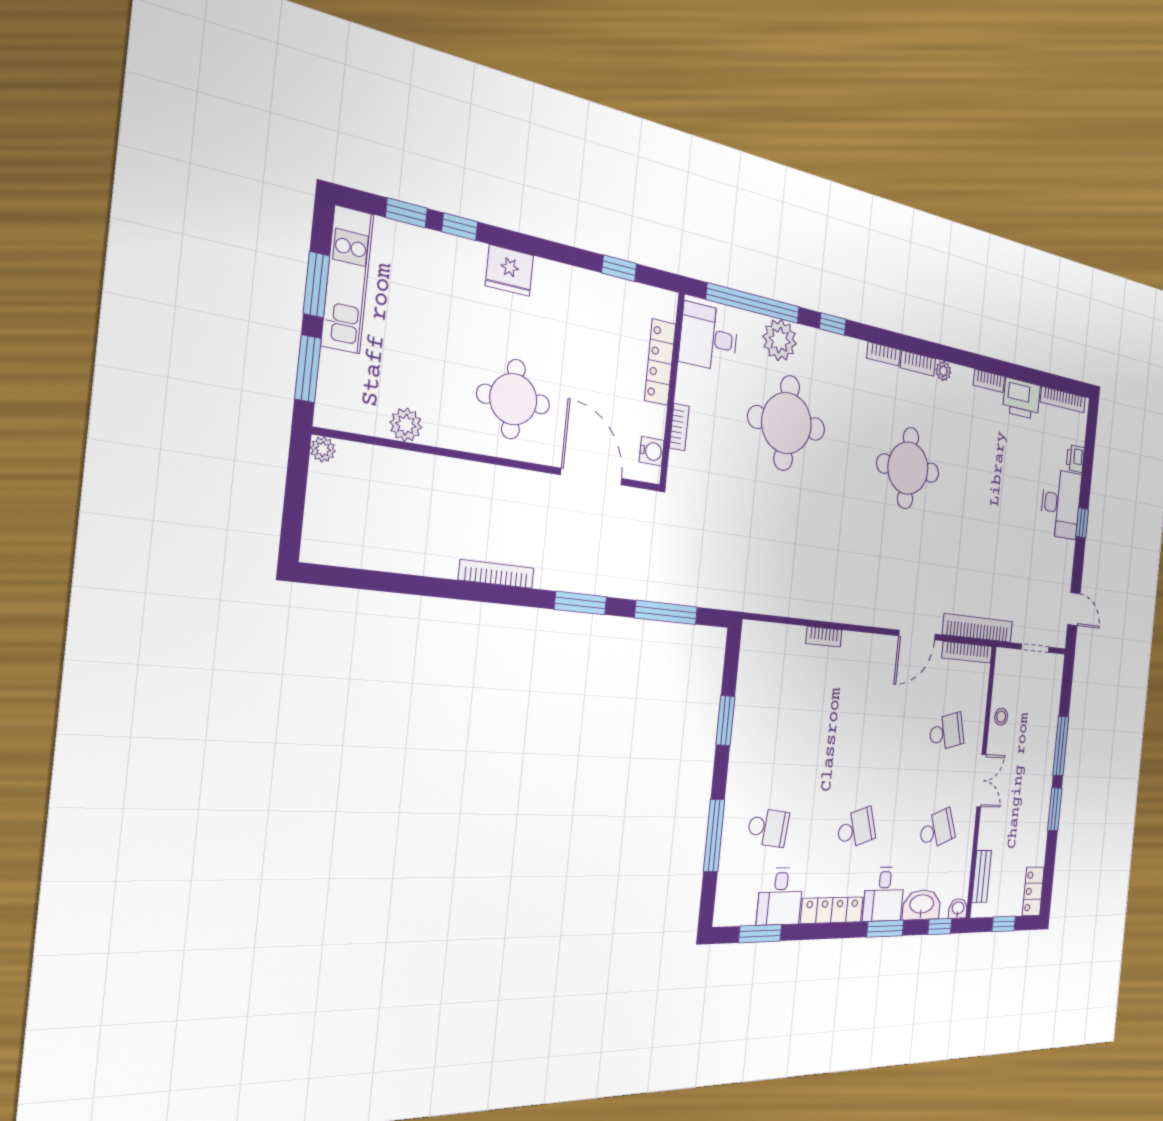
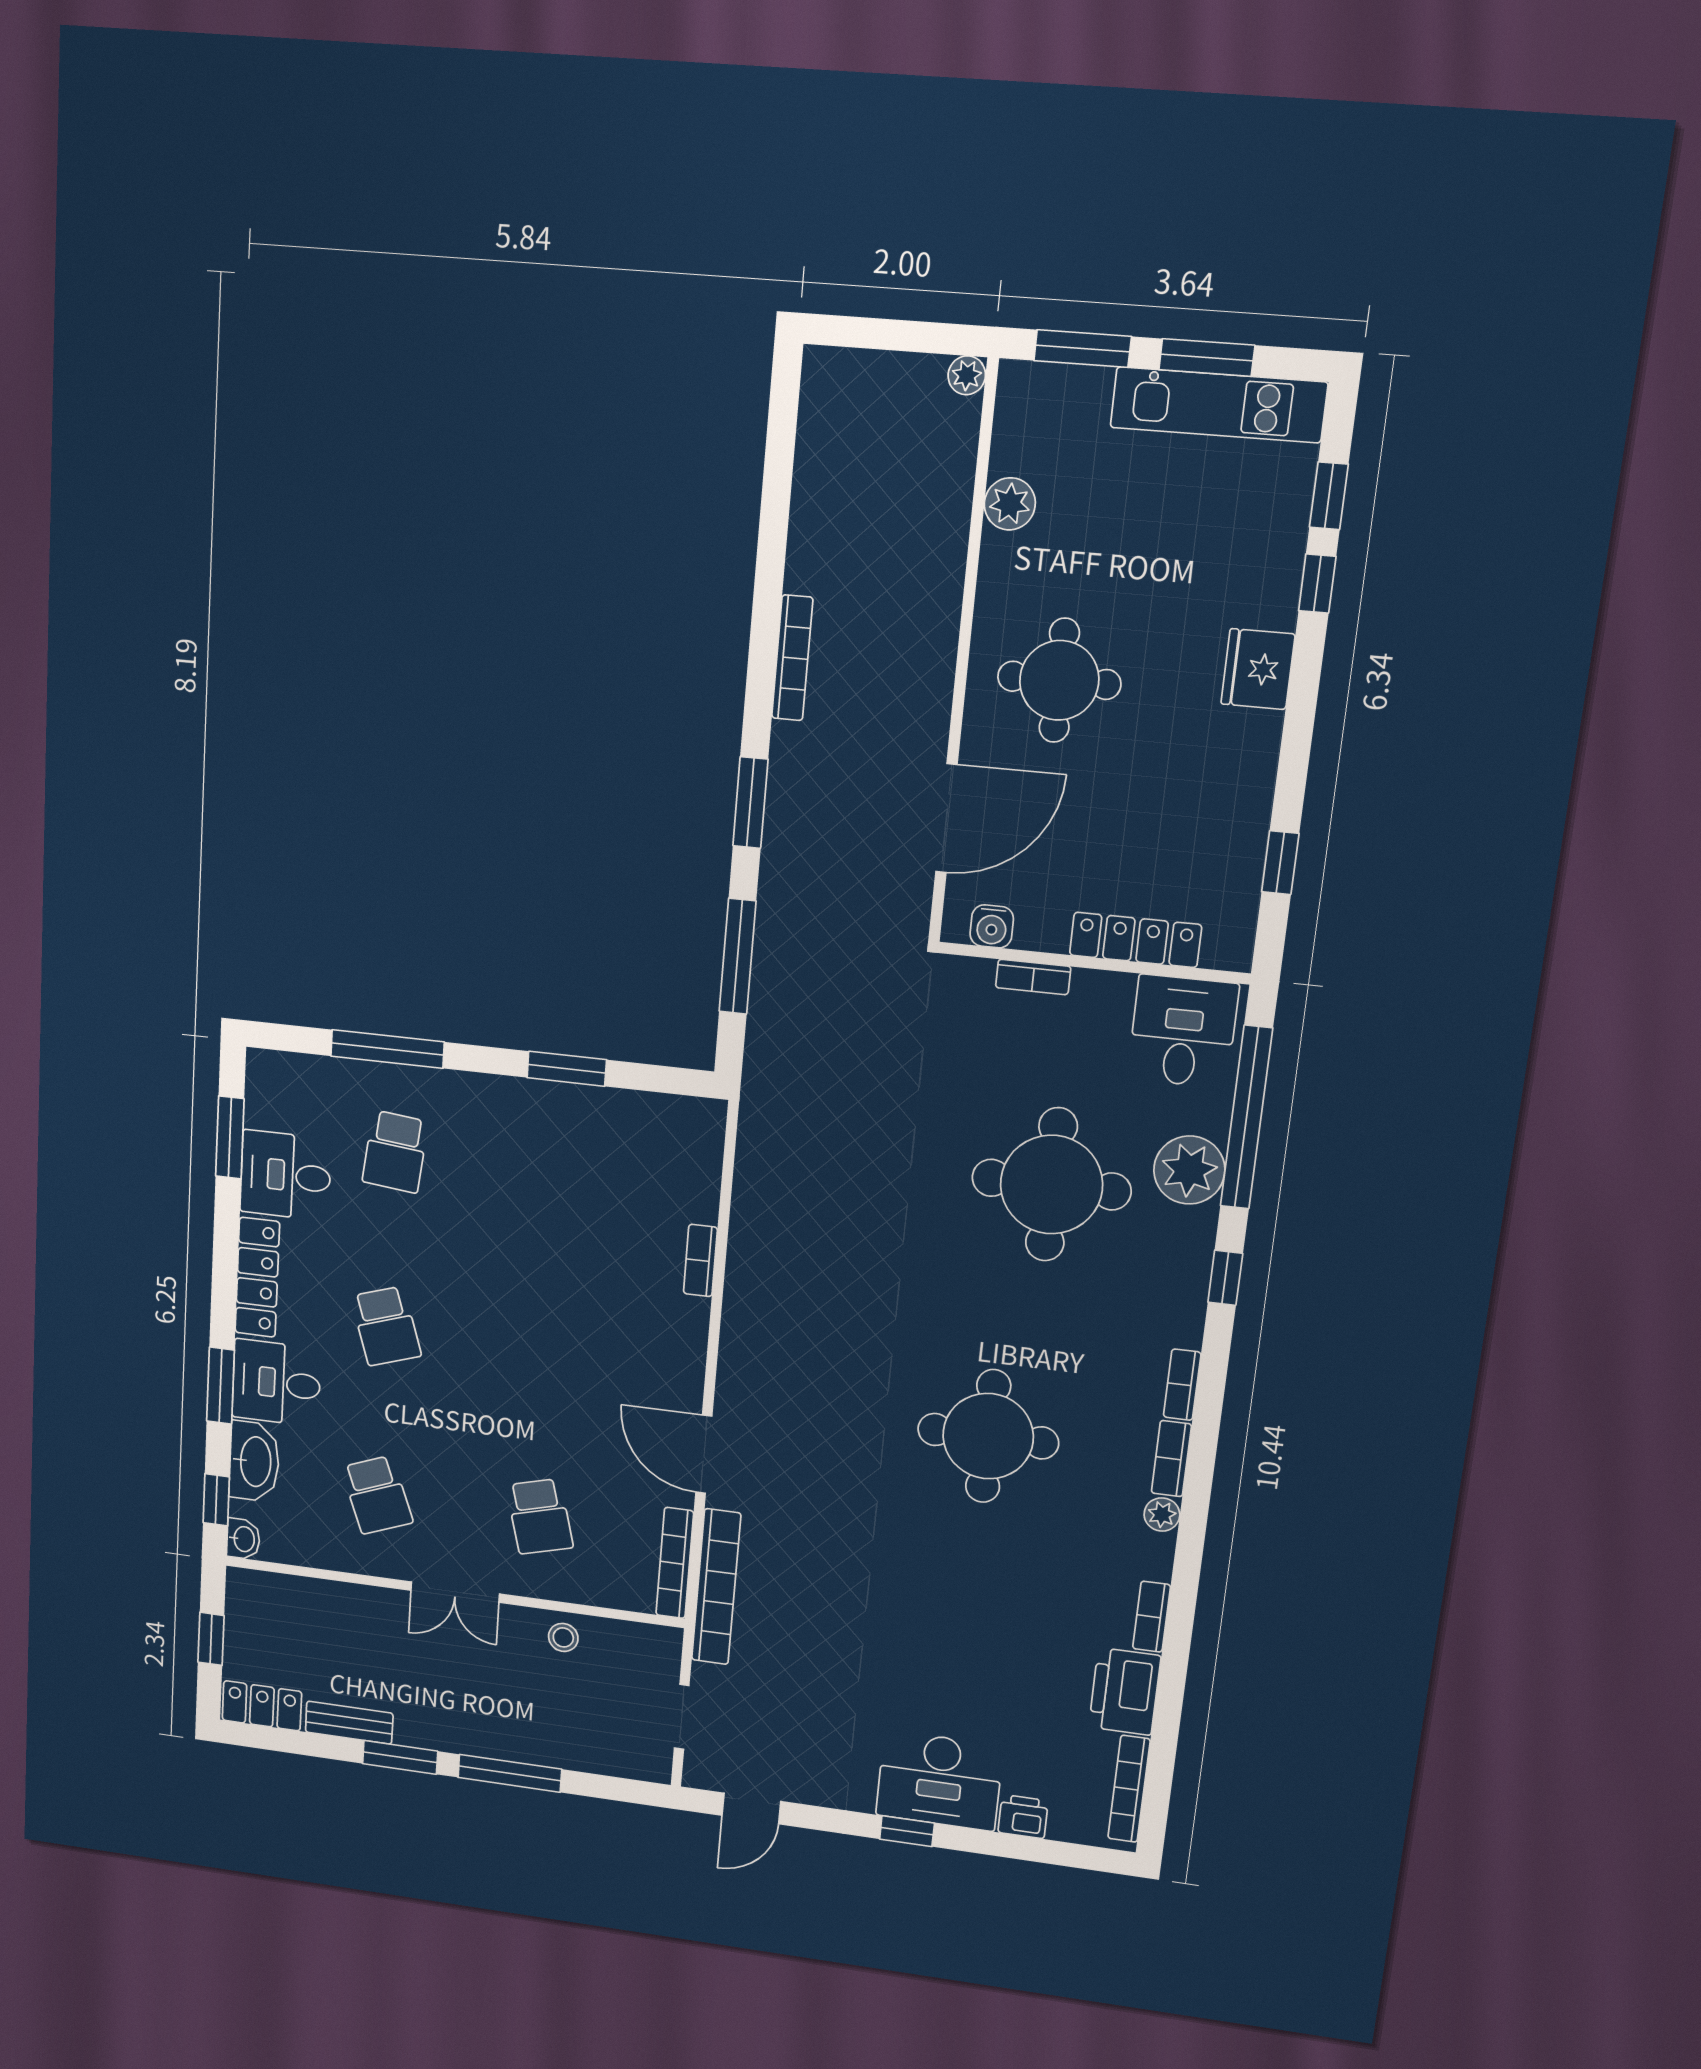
bench: (982, 876) -> (349, 1723), moved

